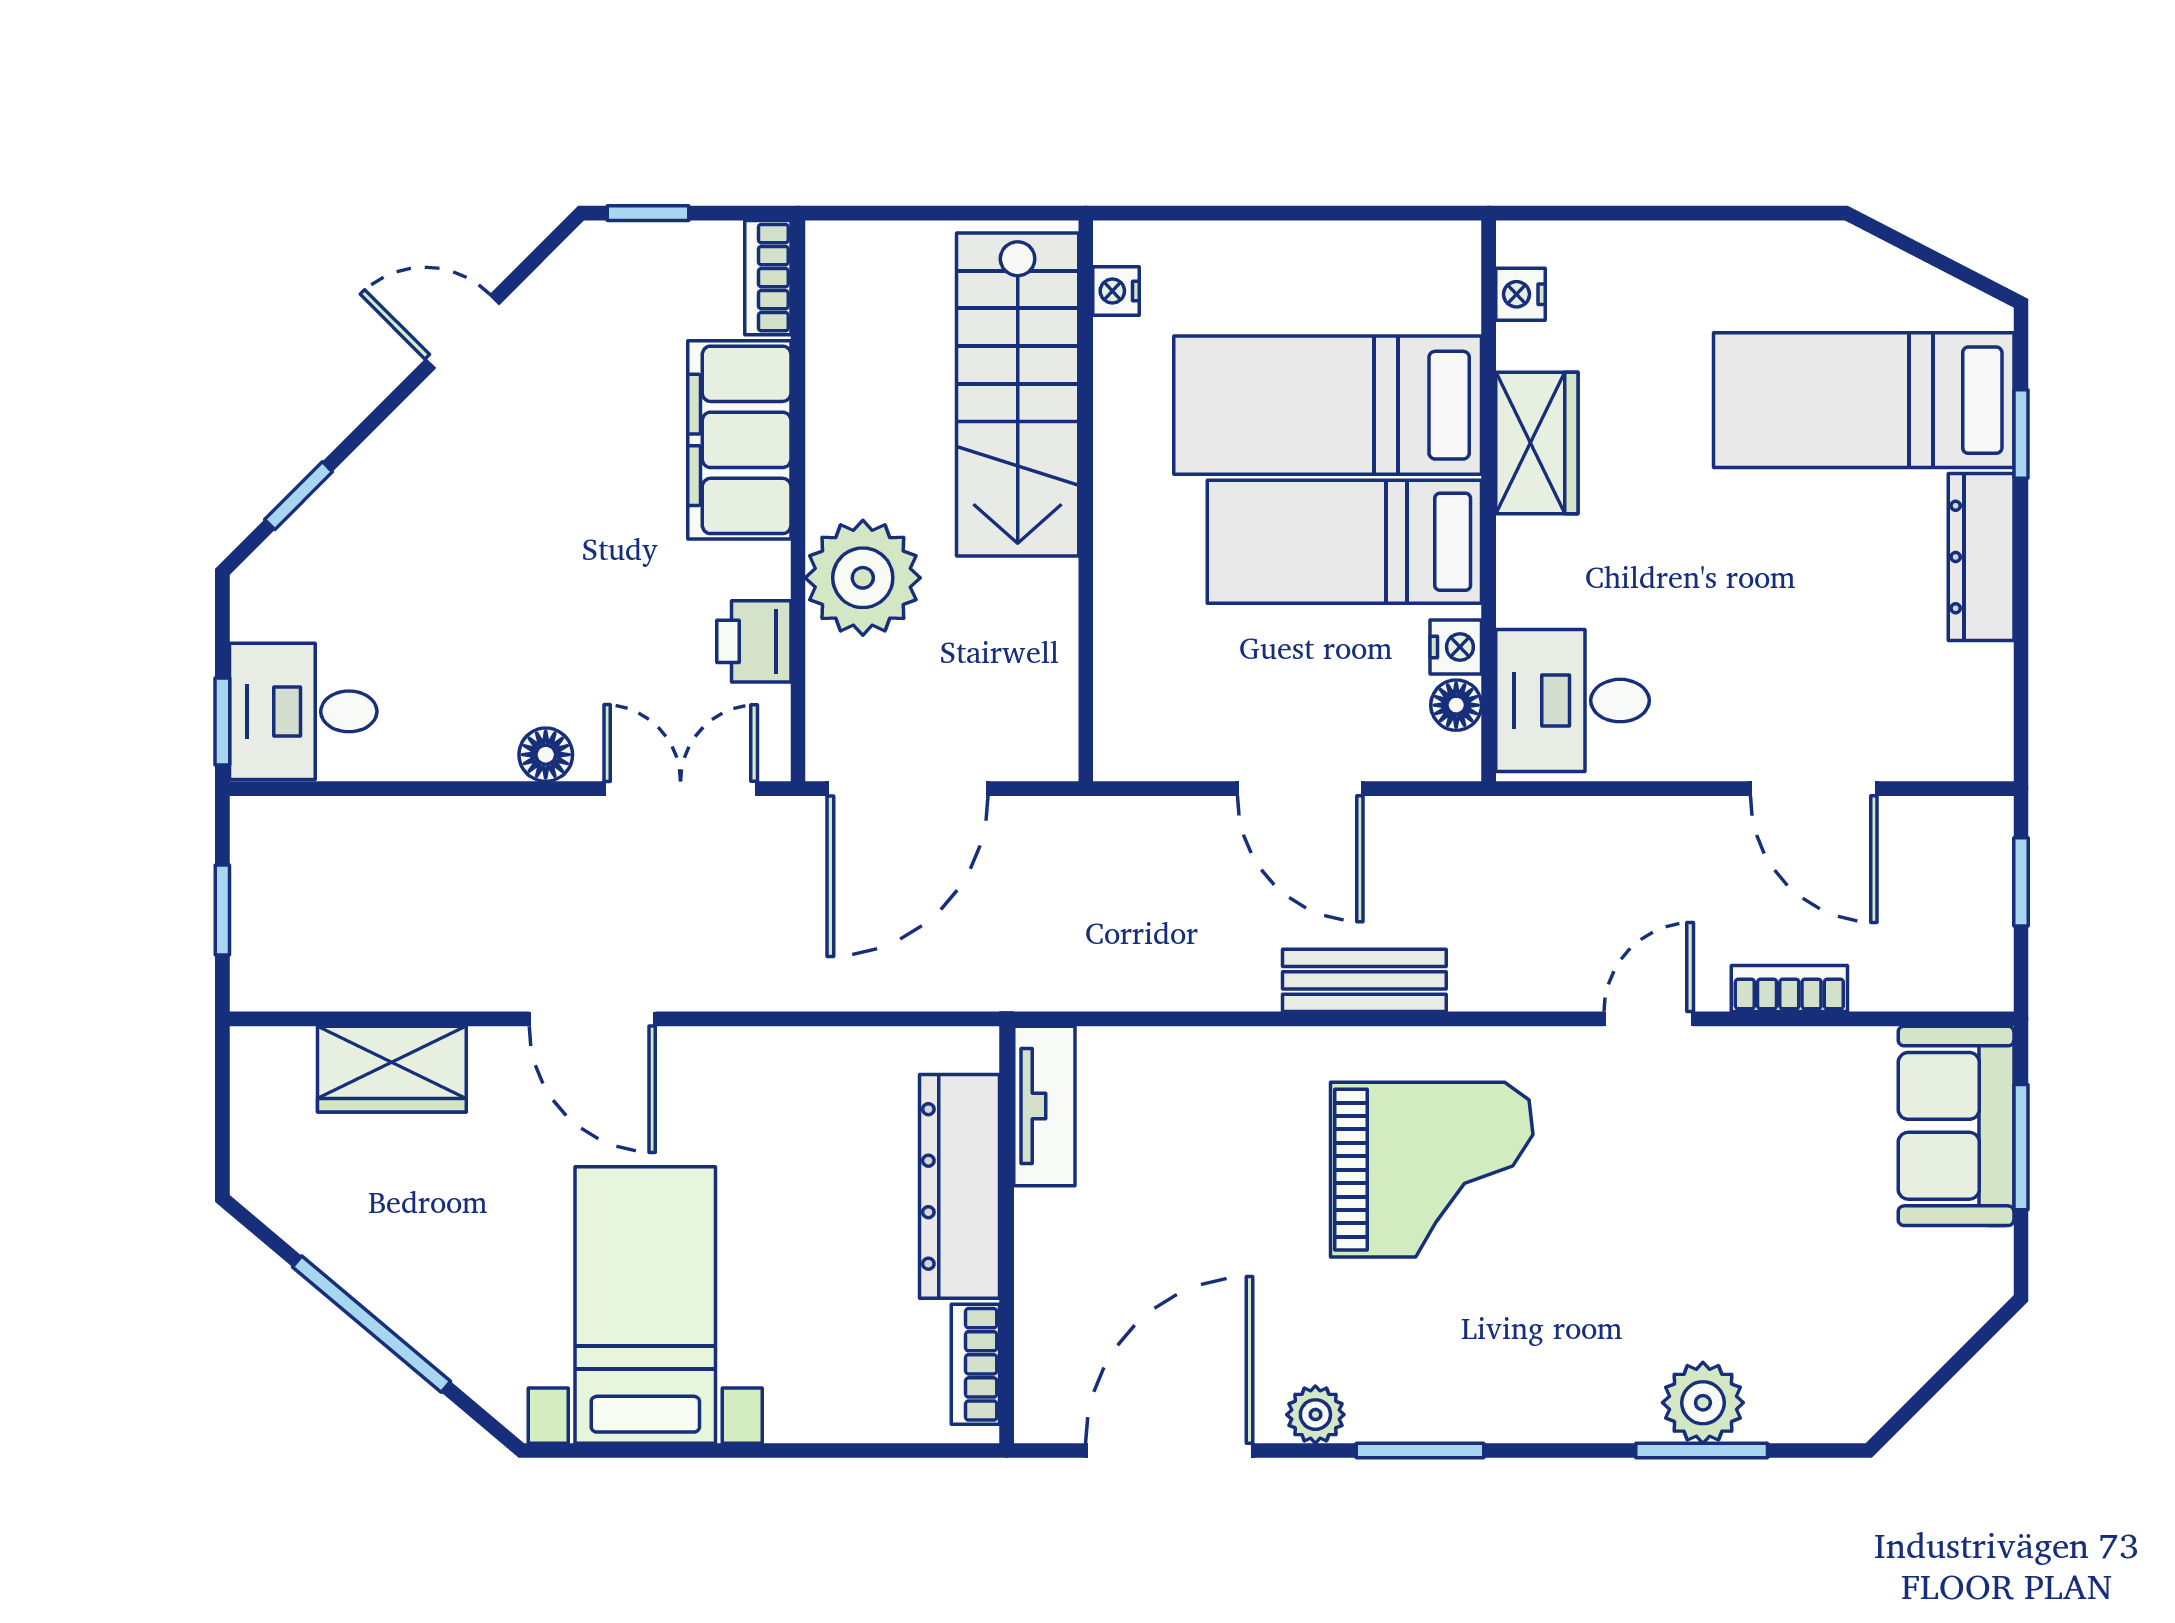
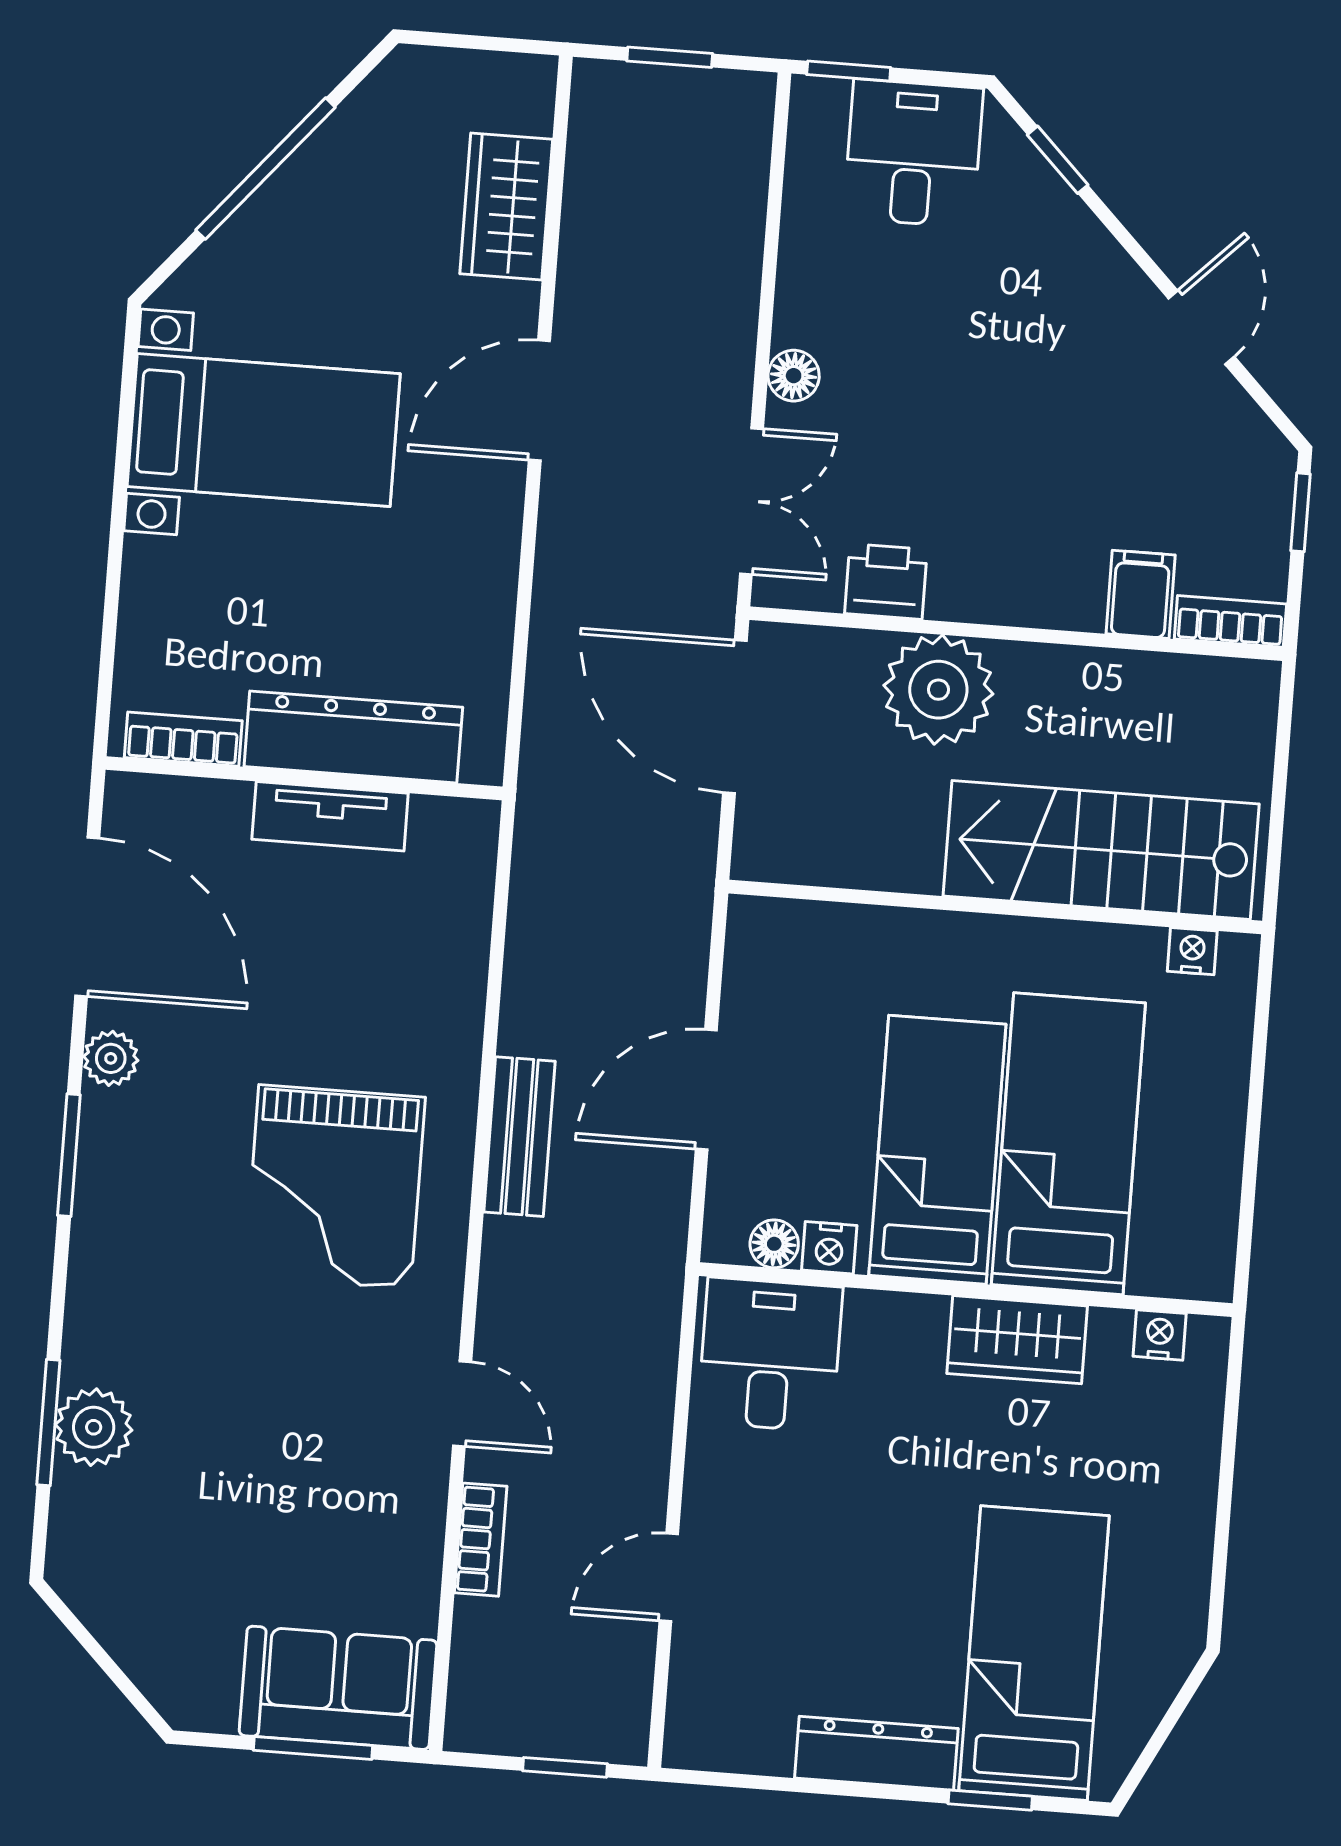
filing cabinet: (739, 440) -> (1141, 594), width x0.33, depth x0.86
desk: (303, 711) -> (913, 153), moved
door: (1814, 789) -> (669, 1577), width x0.73
tv unit: (1044, 1106) -> (330, 816), moved

